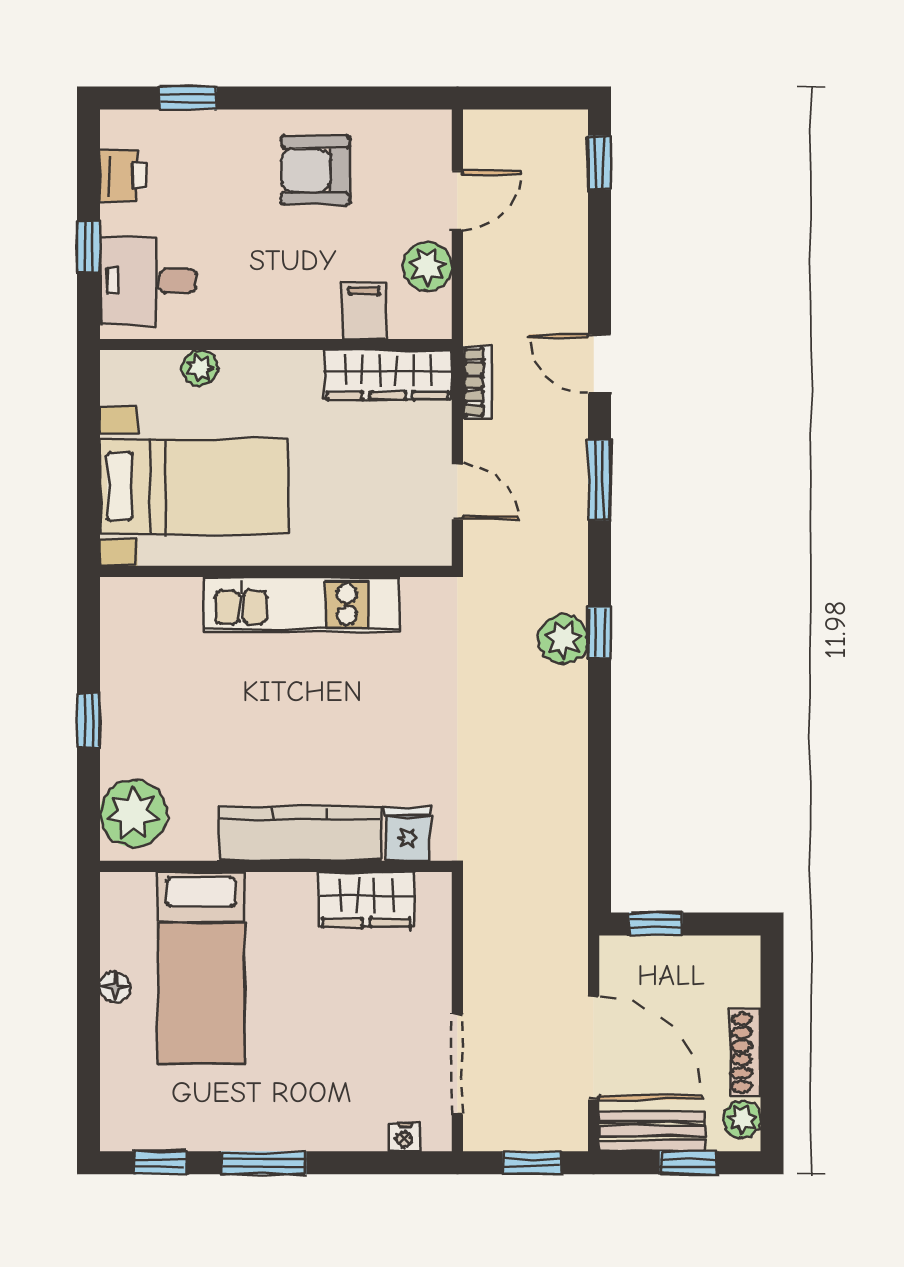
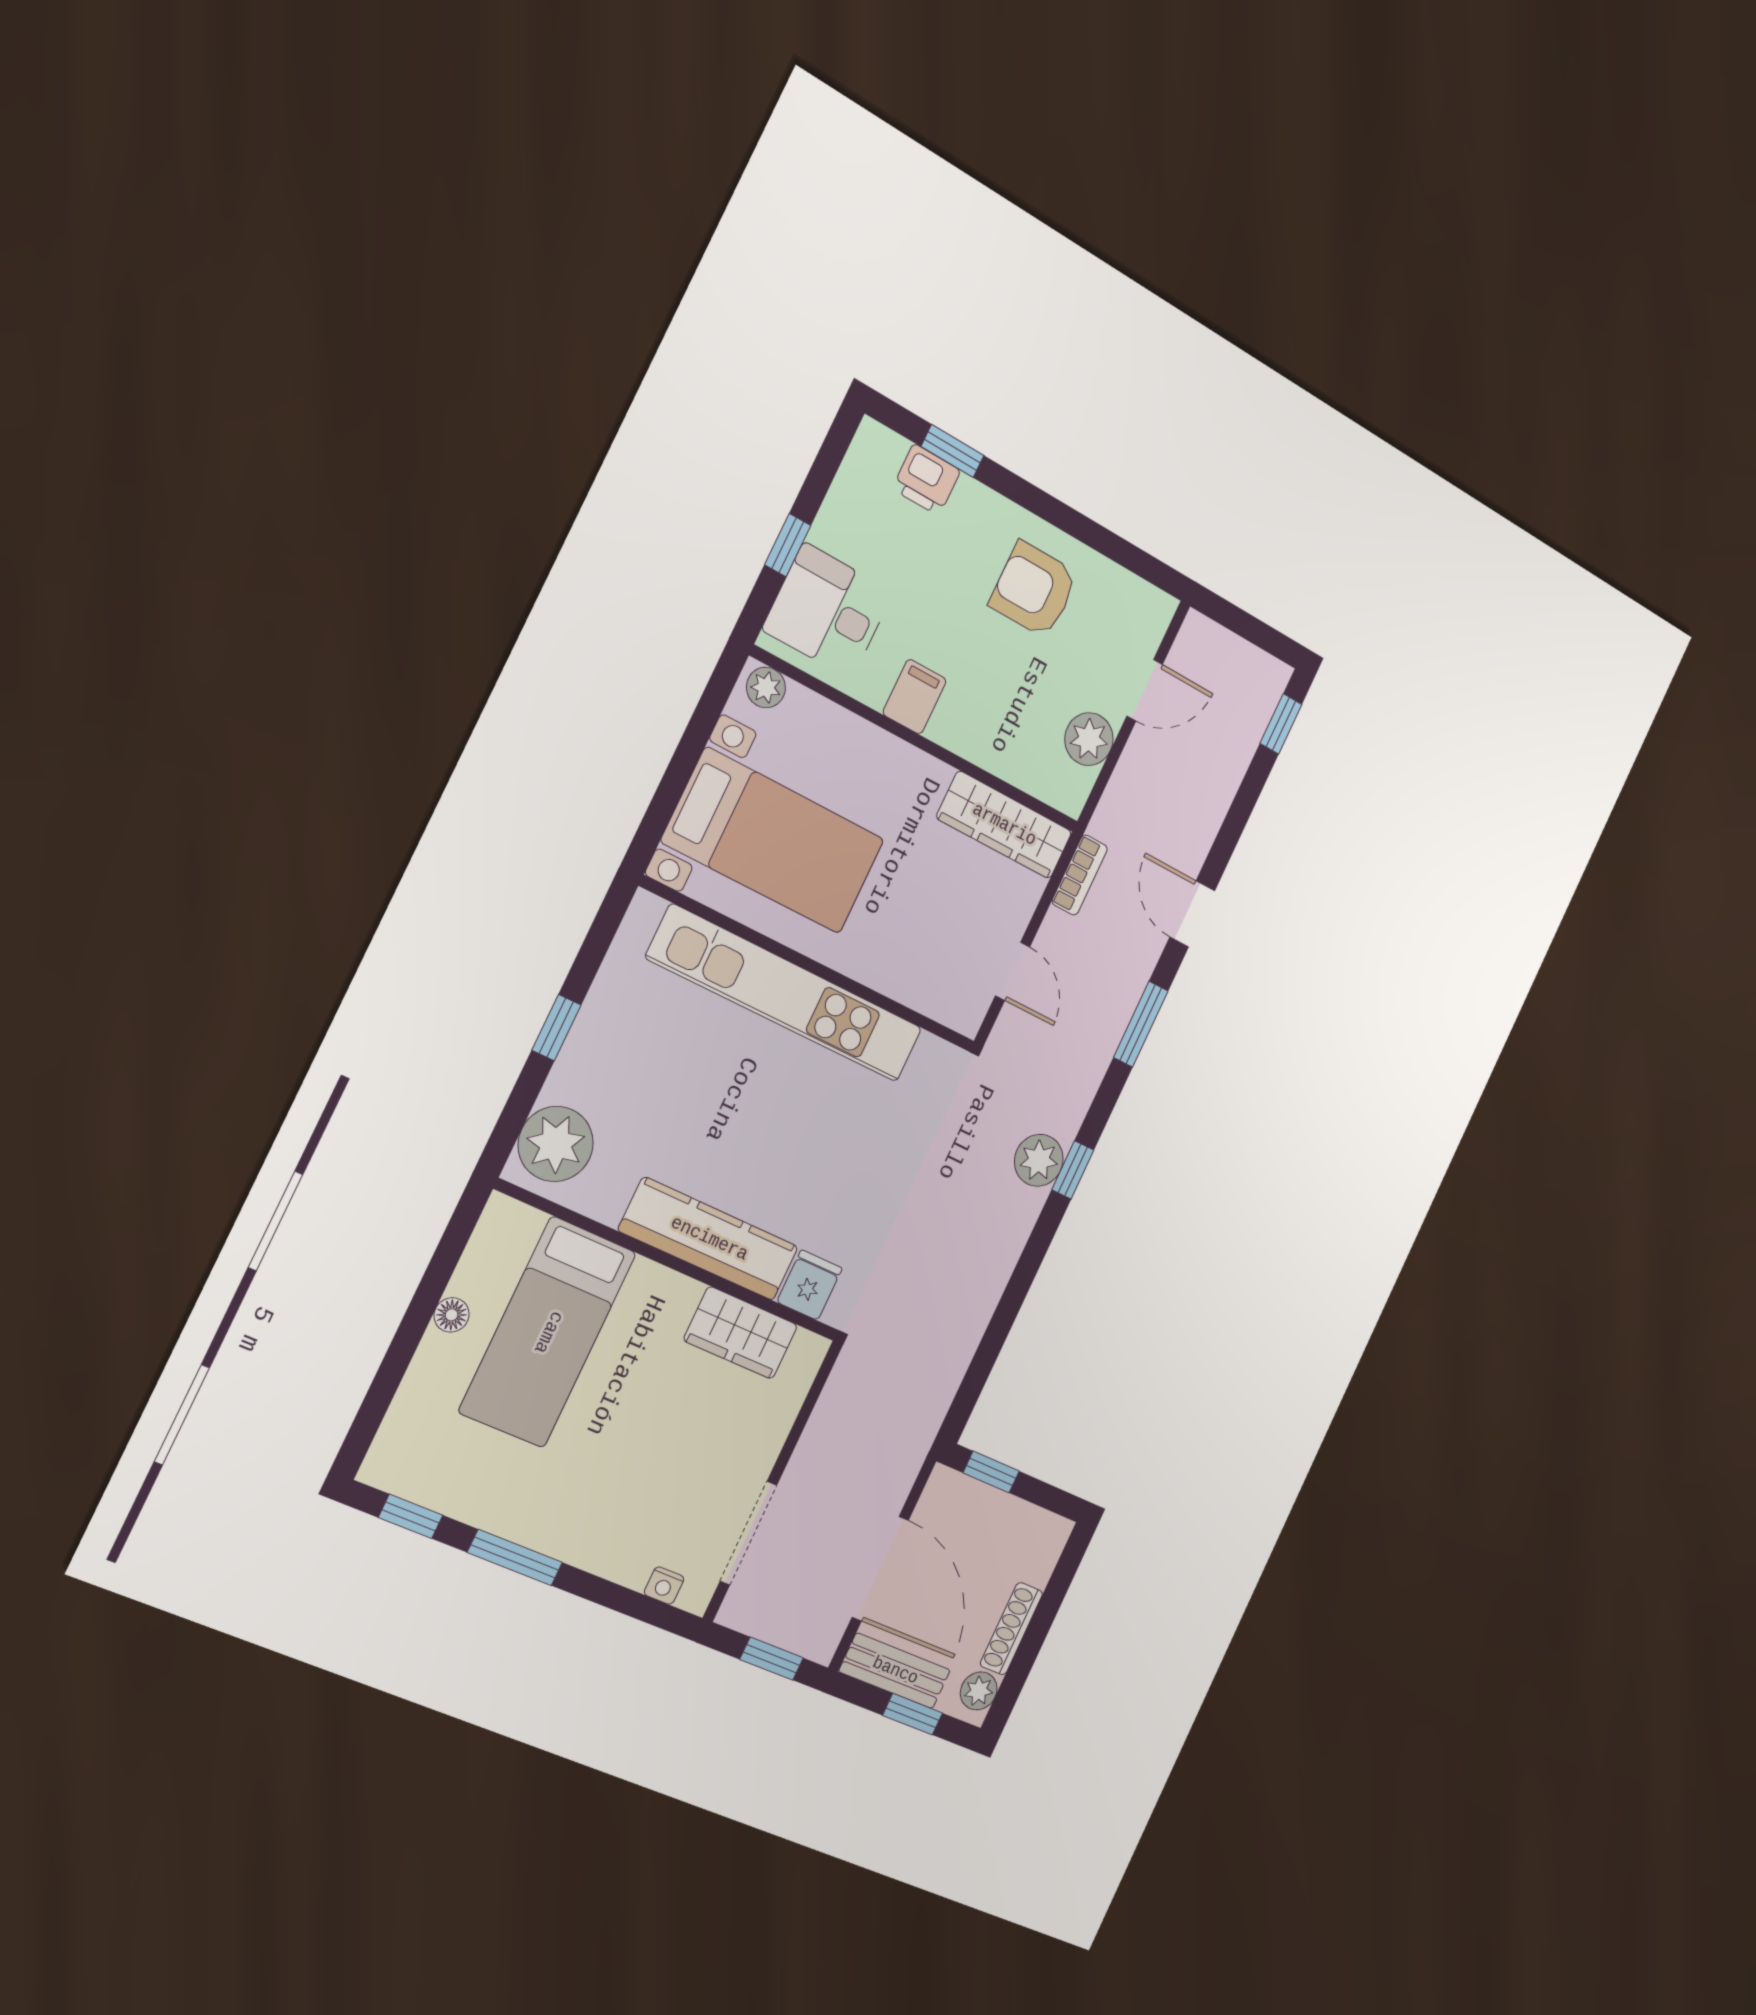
printer: (123, 175) -> (926, 480), moved, turned 90
filing cabinet: (364, 311) -> (914, 697), moved
plant: (200, 368) -> (766, 687), moved
kitchen unit: (302, 604) -> (786, 994), width x1.36

